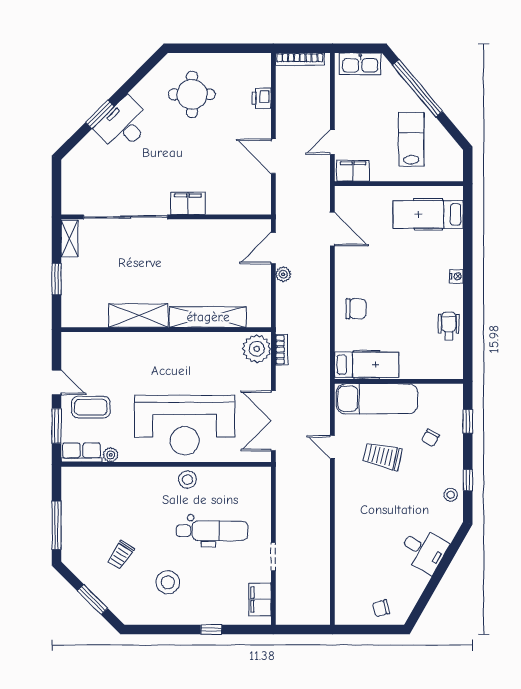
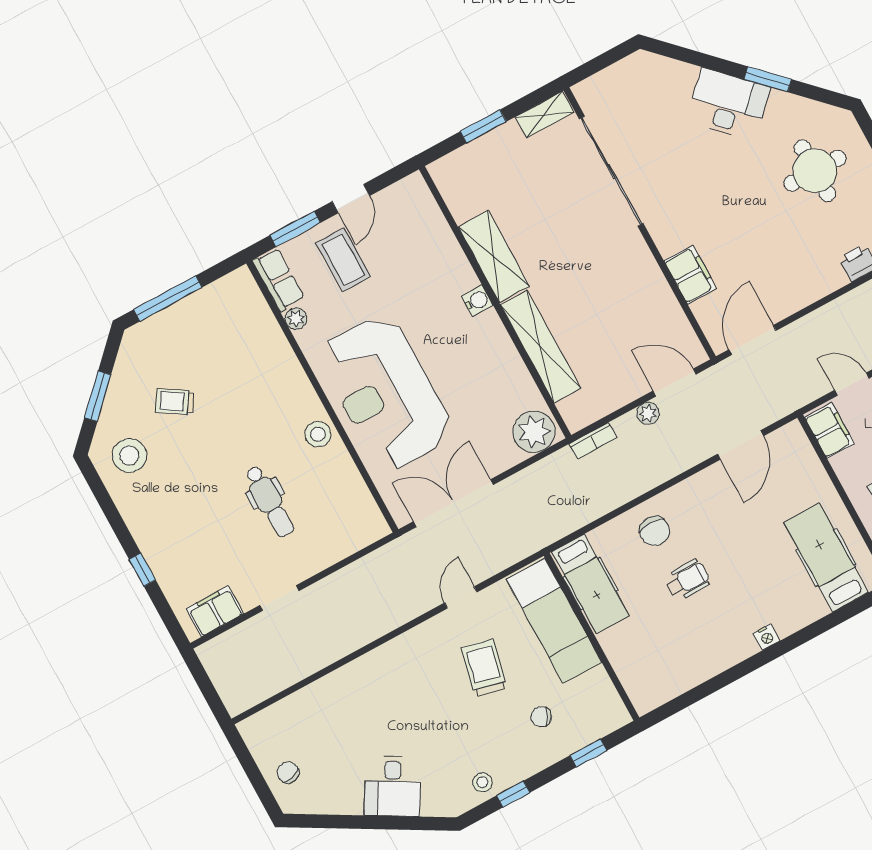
window: (100, 114) -> (768, 79), moved
door: (273, 156) -> (753, 340), moved
filing cabinet: (188, 203) -> (690, 275), moved
wheelchair: (449, 326) -> (687, 580), moved
water cooler: (159, 340) -> (477, 301), added
bookcase: (282, 350) -> (593, 441), moved
dental chair: (212, 531) -> (269, 501), width x0.73, depth x0.72
stool: (168, 582) -> (129, 455), moved

